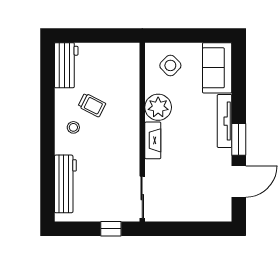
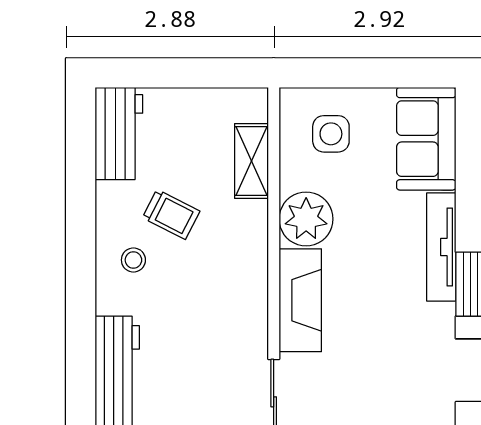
side table: (170, 65) -> (331, 134), turned 45
shelving: (131, 79) -> (251, 161), added
fireplace: (153, 140) -> (300, 300), width x1.37, depth x1.32

